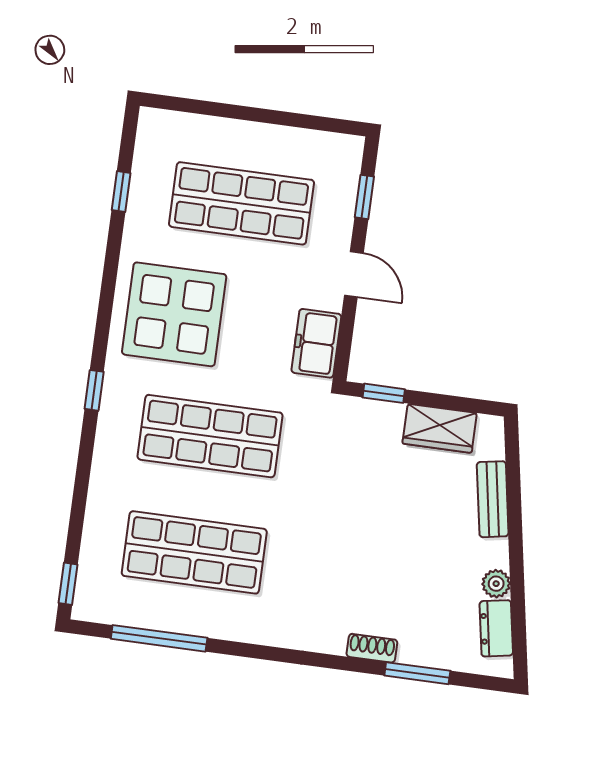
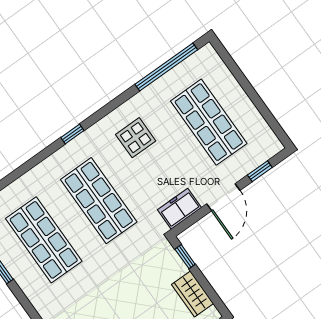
window: (121, 192) -> (166, 67), width x3.17
door: (354, 274) -> (223, 197), width x1.38
display table: (174, 314) -> (136, 138), width x0.54, depth x0.54

